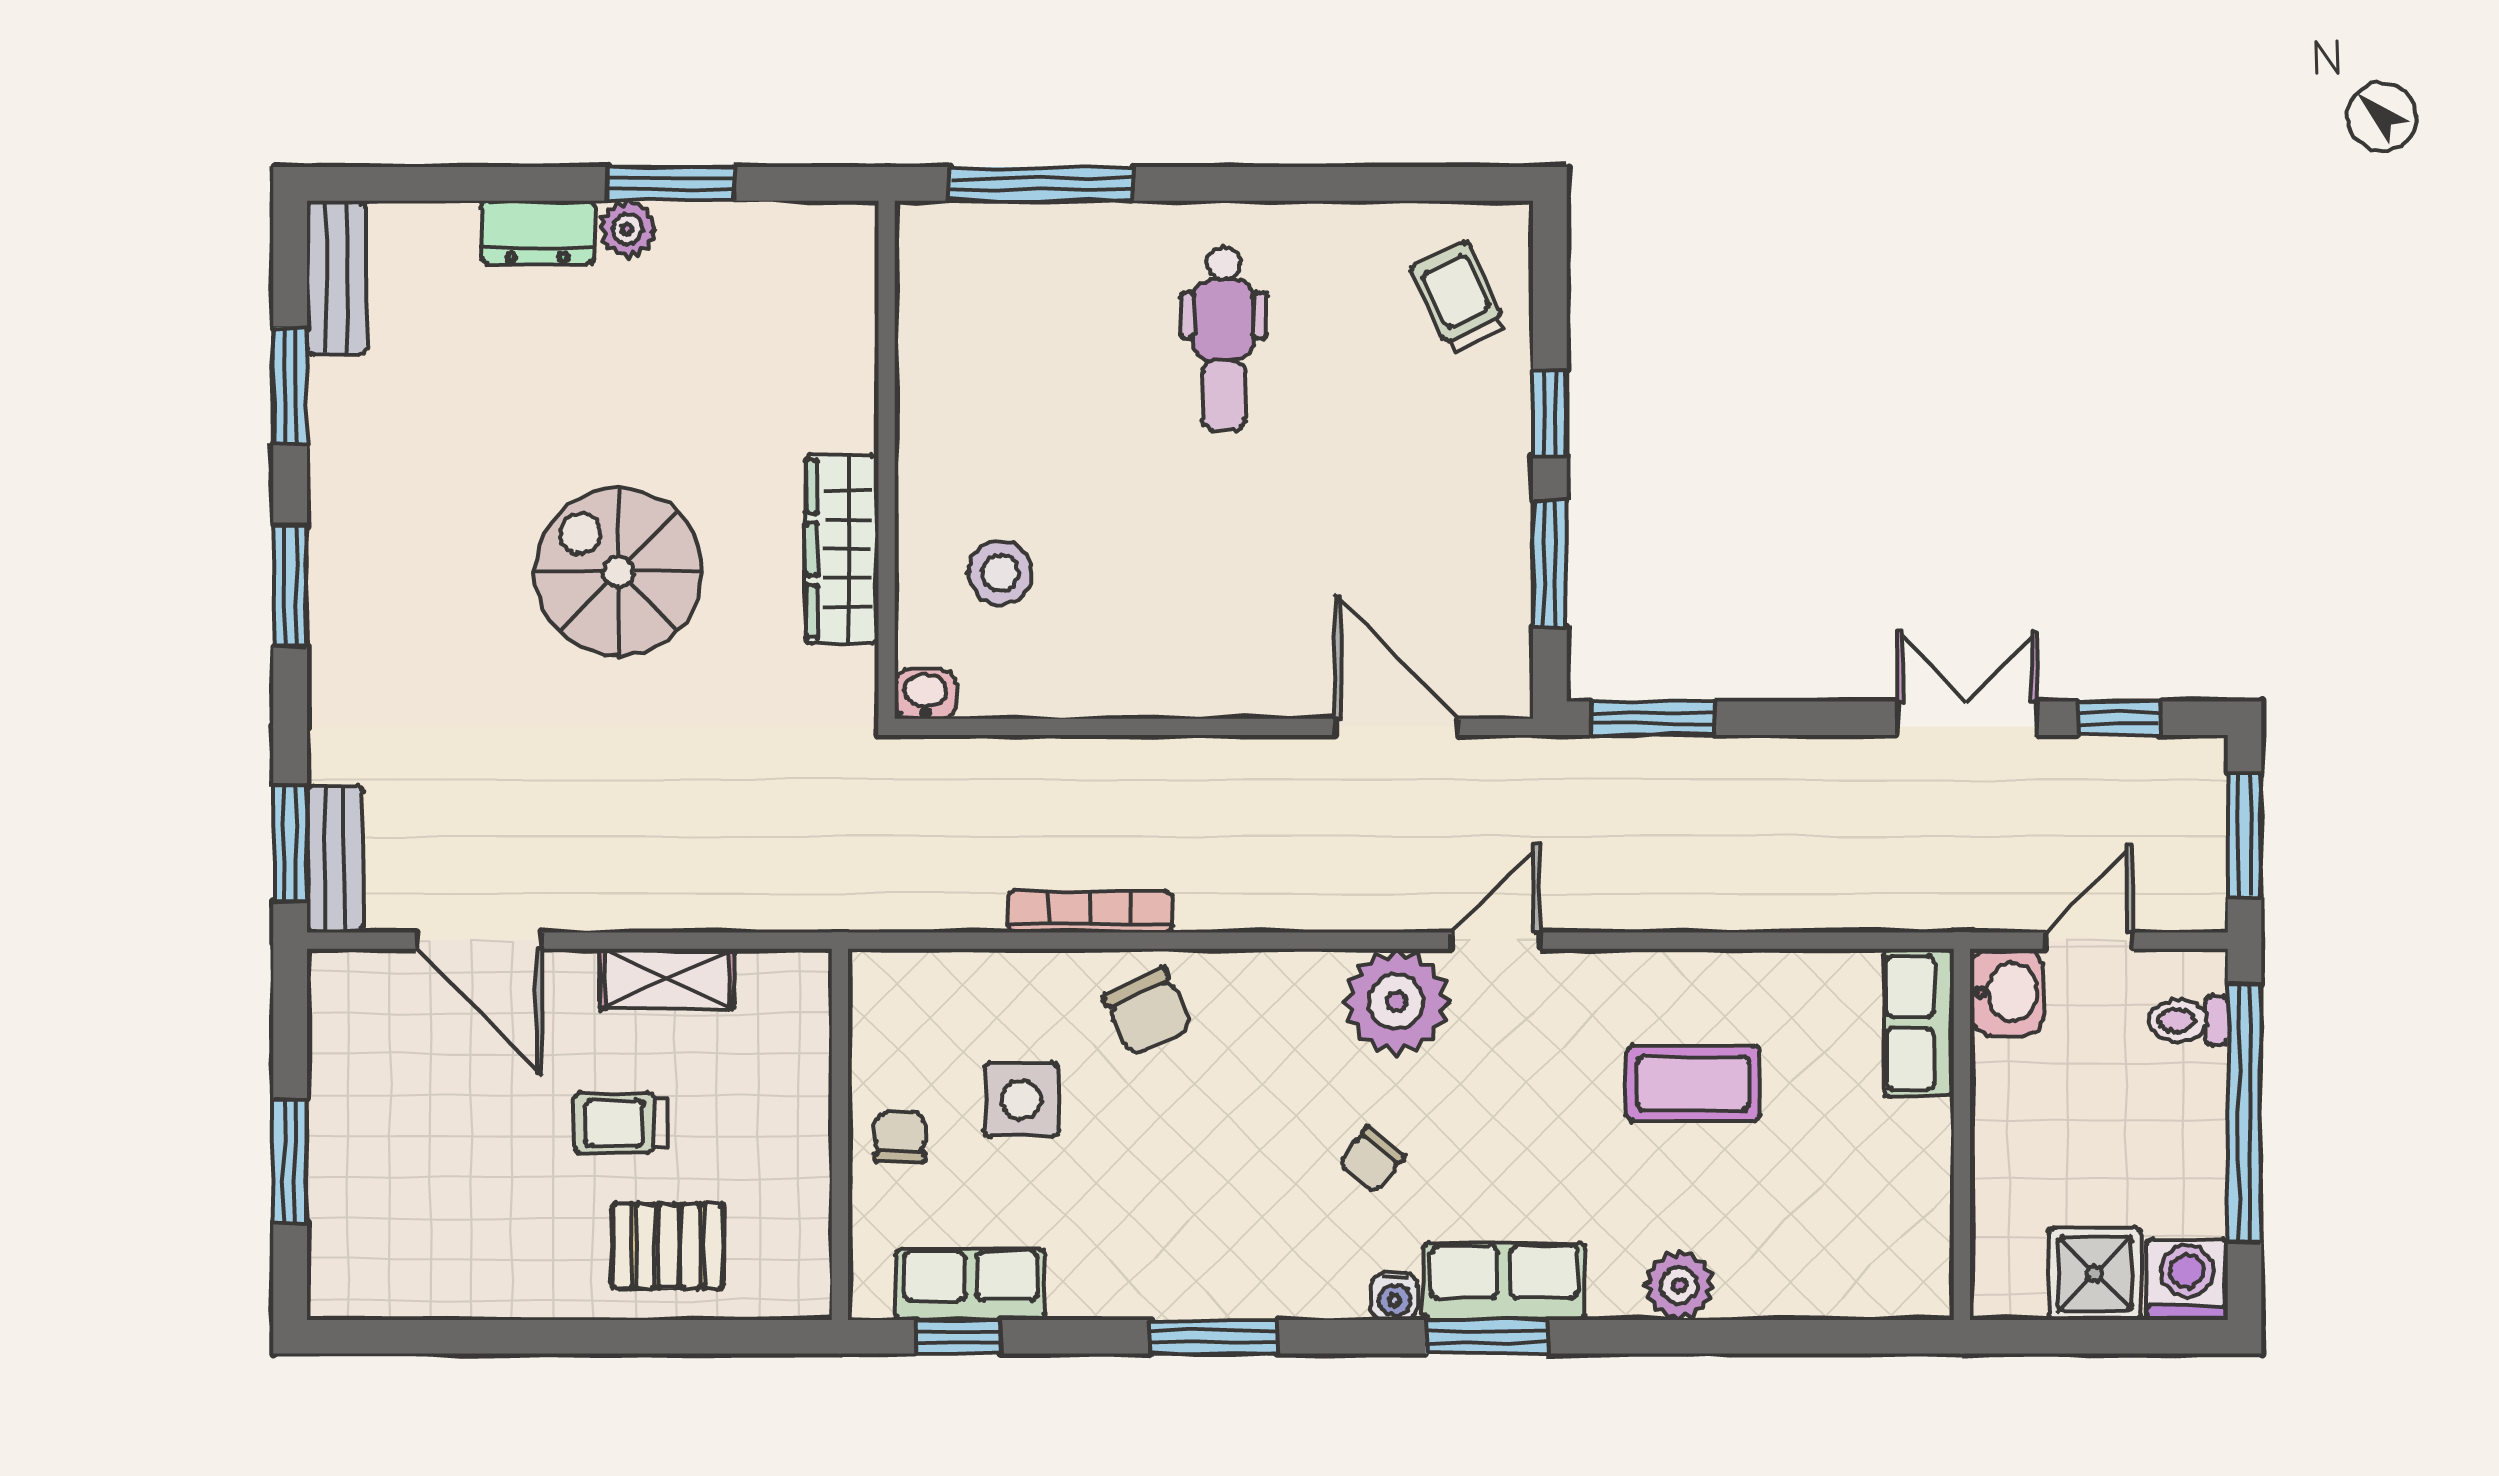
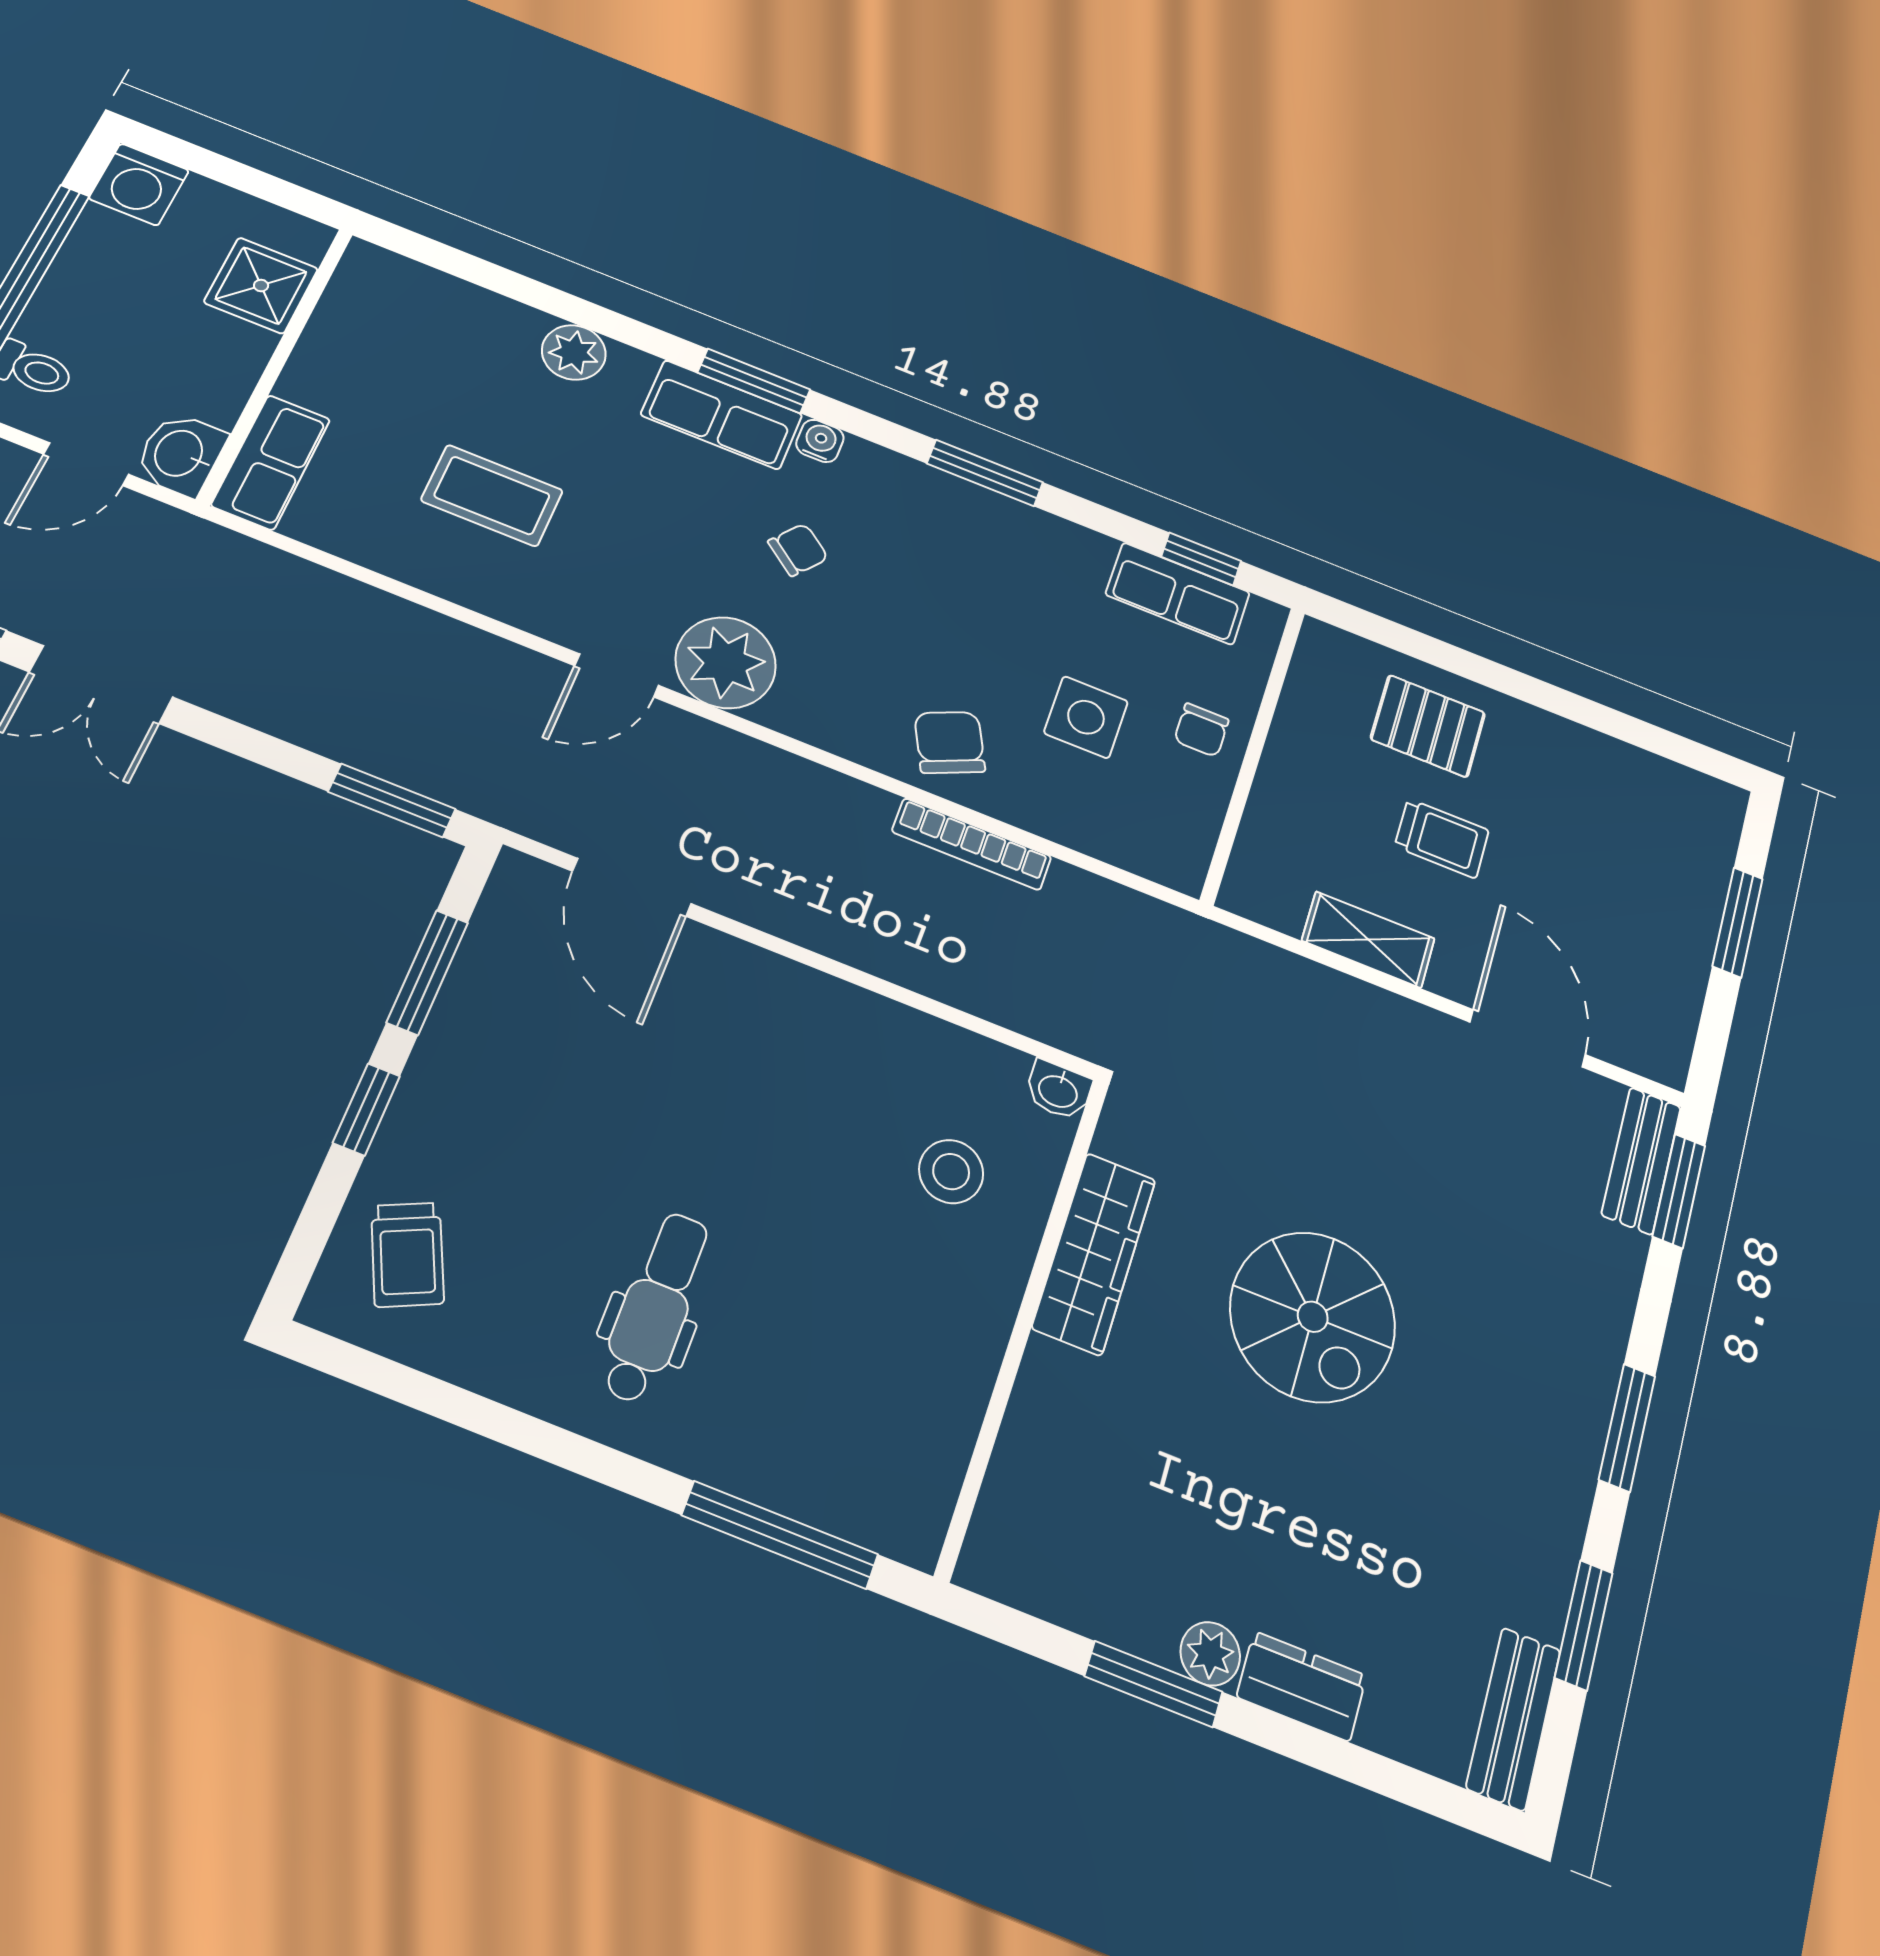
shower: (2095, 1274) -> (261, 286), moved

